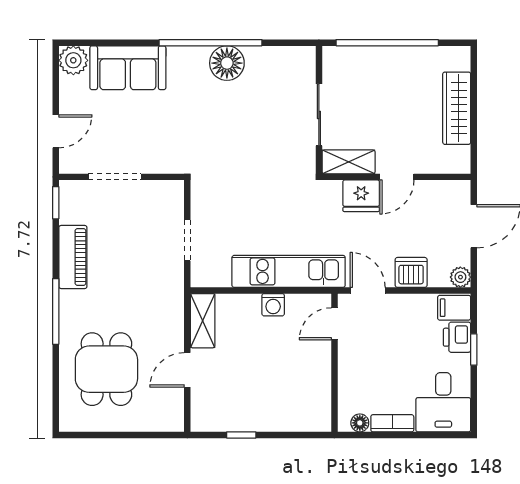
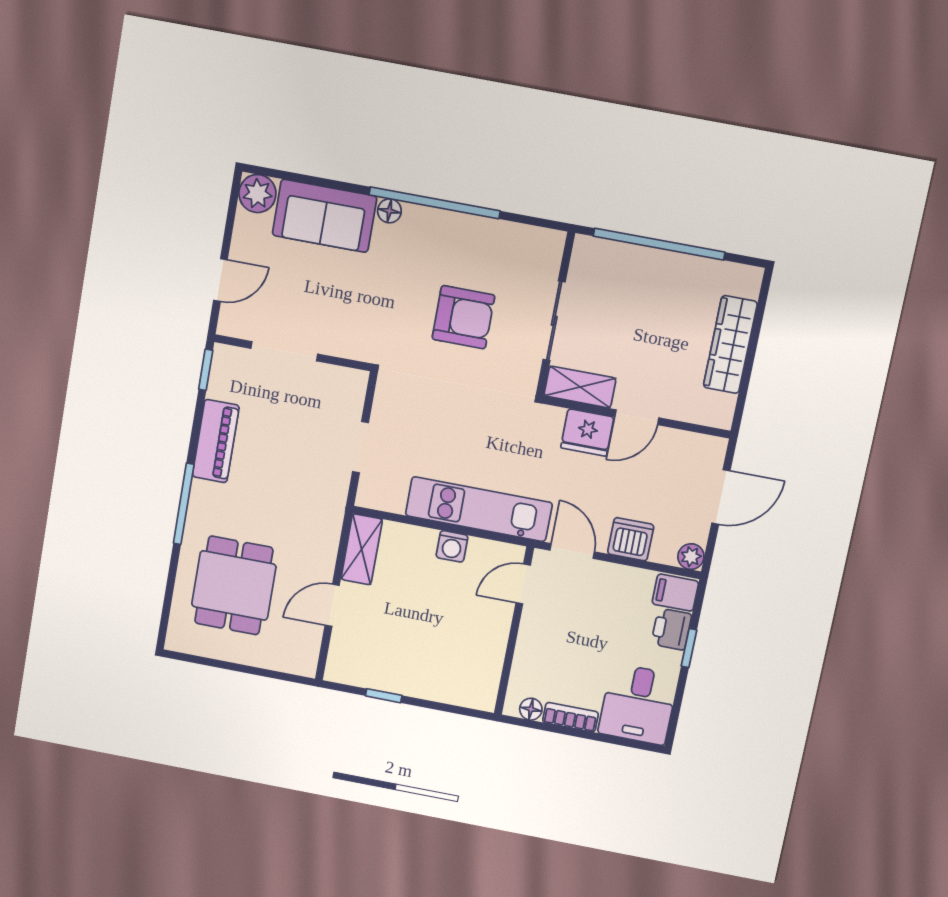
floor lamp: (227, 63) -> (389, 211), moved, width x0.53, depth x0.53
armchair: (249, 125) -> (463, 317), added

